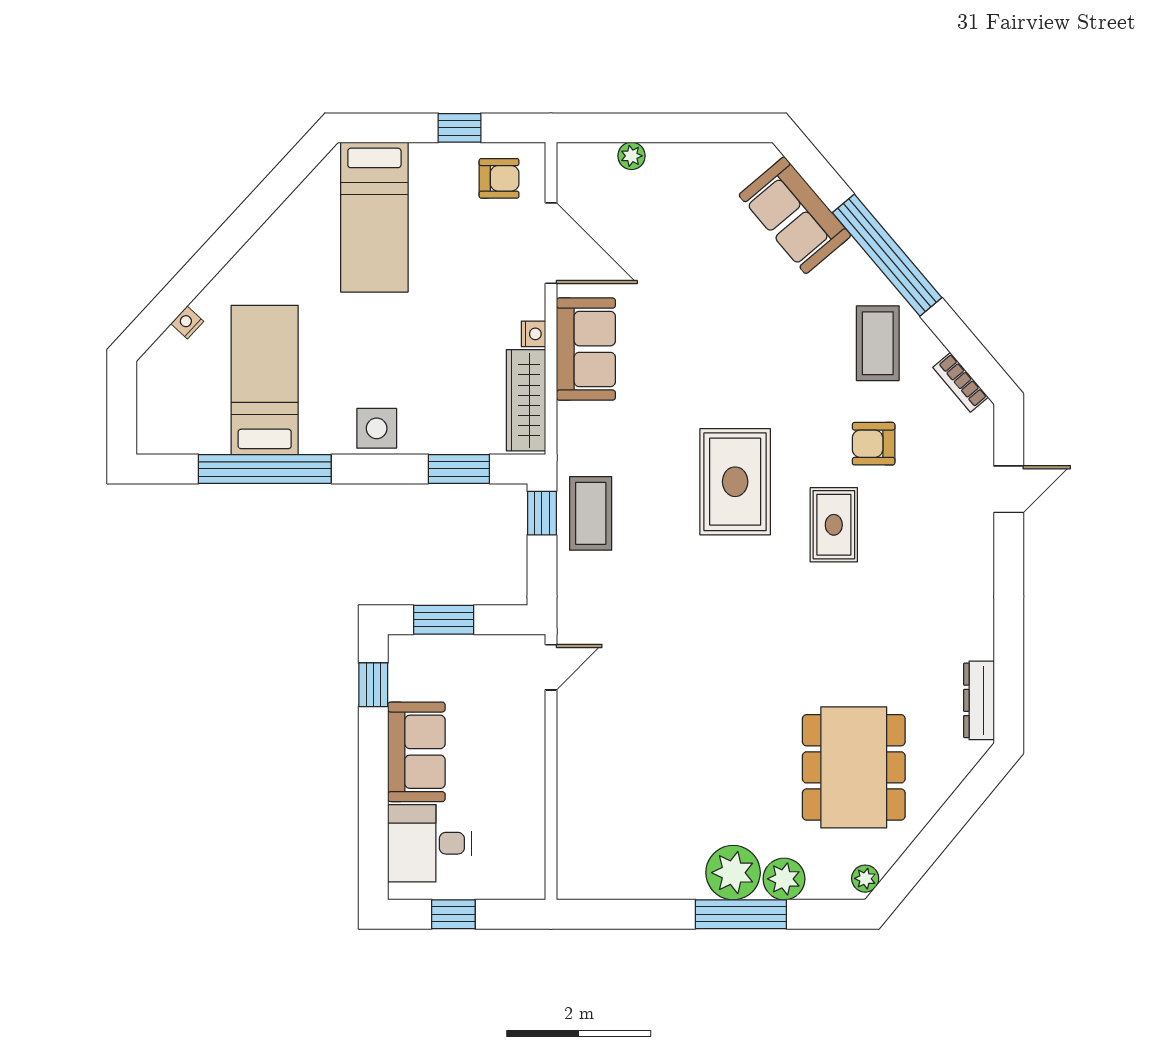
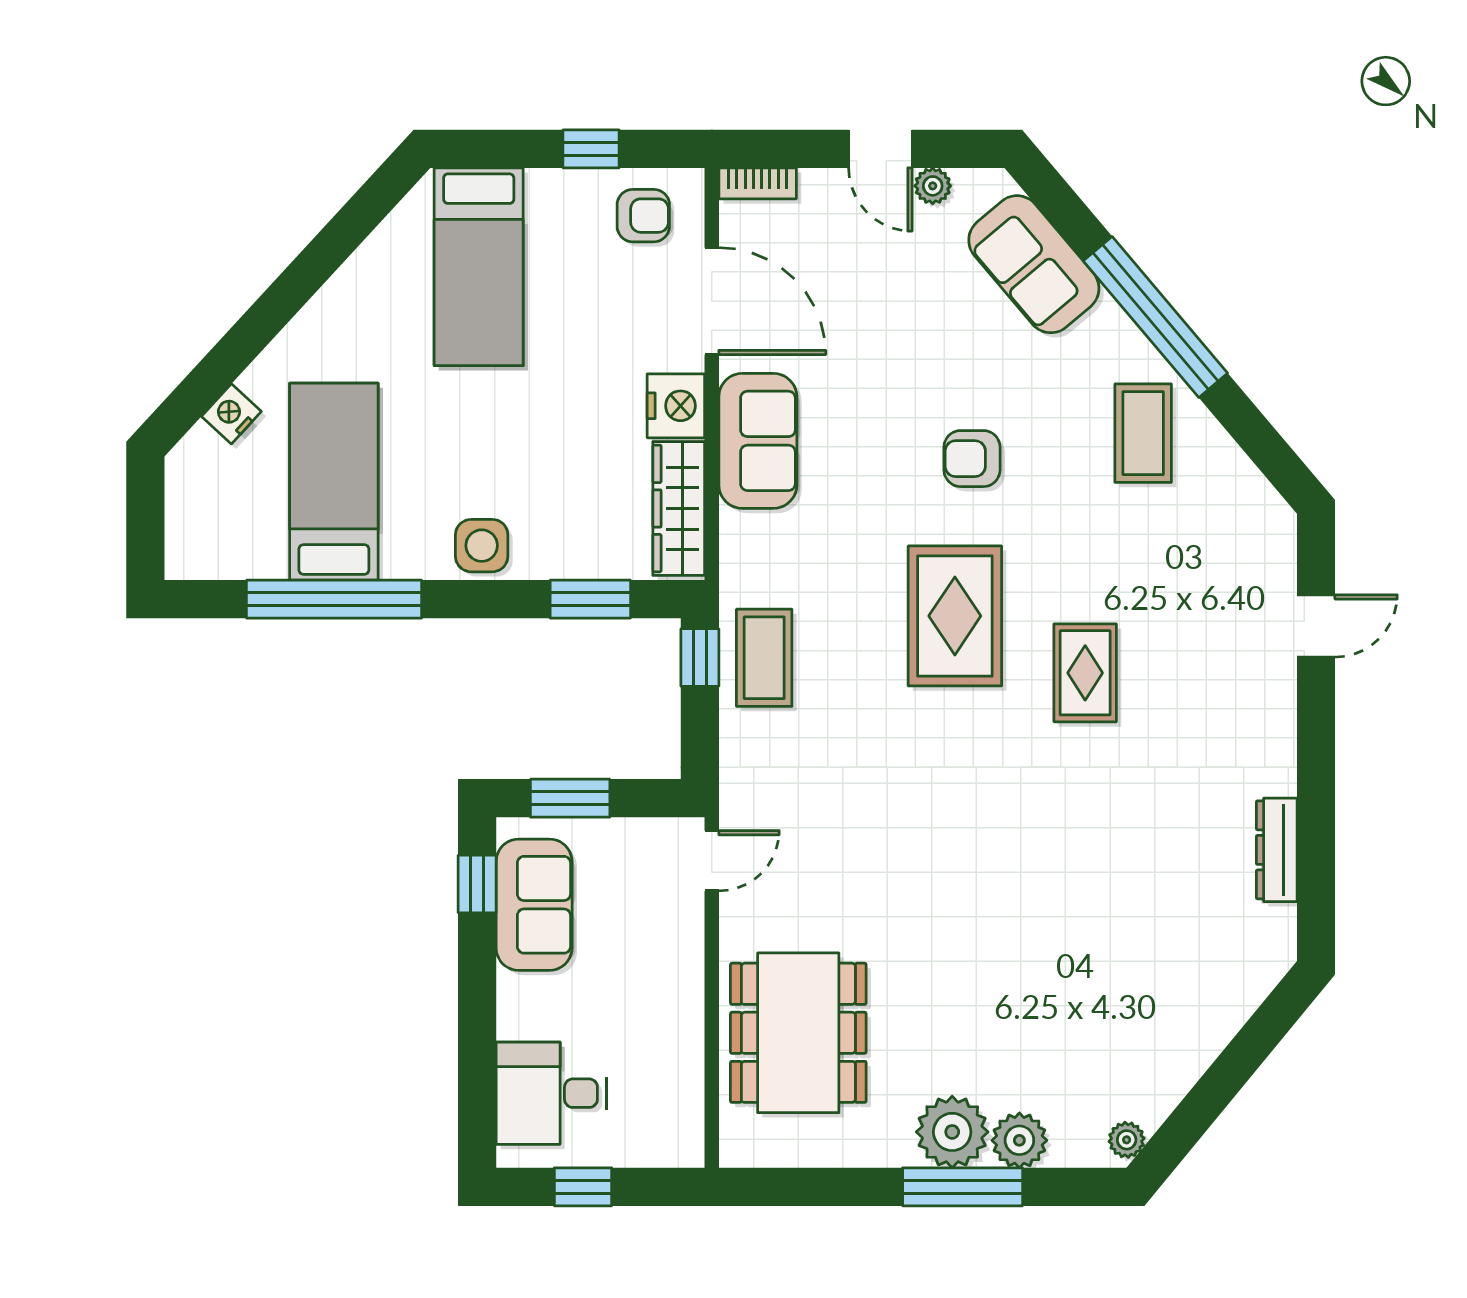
door: (679, 128) -> (880, 149), added
plant: (632, 156) -> (933, 186), moved
nightstand: (187, 322) -> (231, 414), width x1.39, depth x1.35
nightstand: (533, 334) -> (676, 406), width x1.89, depth x1.79
bookcase: (960, 382) -> (758, 183), moved, turned -50
armchair: (874, 444) -> (972, 459), moved
dresser: (979, 700) -> (1277, 850), moved
sofa: (416, 752) -> (534, 905), moved
dining table: (854, 767) -> (798, 1033), moved

